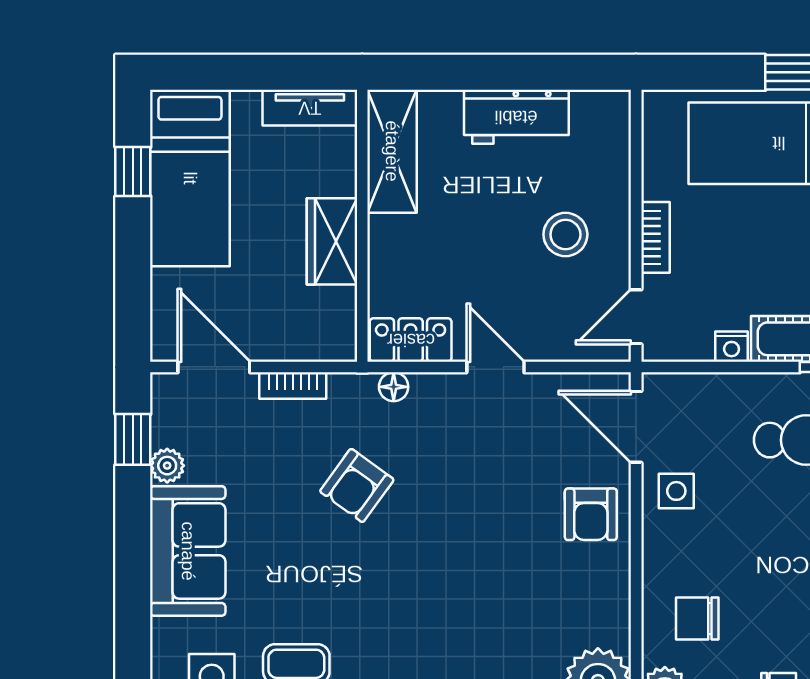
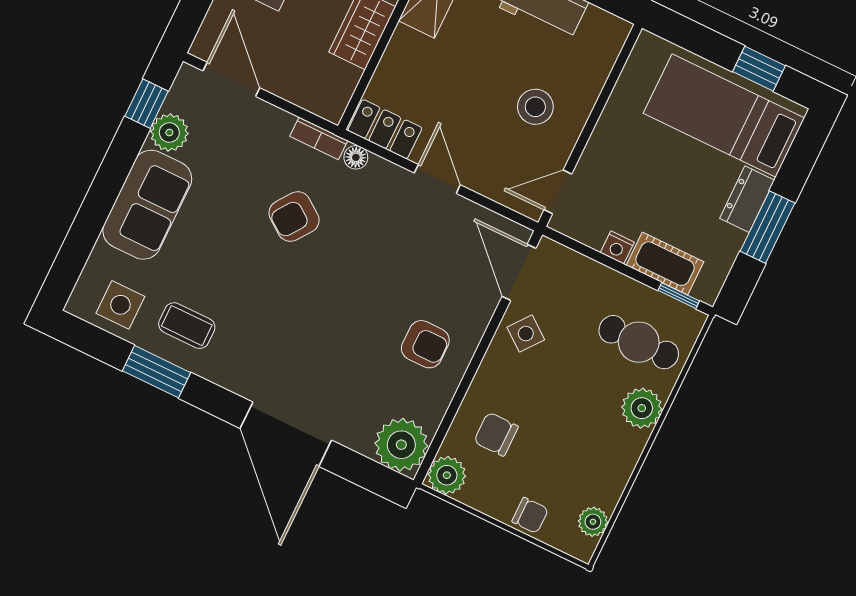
bookcase: (655, 237) -> (600, 141), removed
bookcase: (293, 386) -> (319, 138), moved
plant: (167, 466) -> (169, 133), width x1.38, depth x1.38
side table: (676, 491) -> (526, 334), turned 38
armchair: (591, 514) -> (425, 344), moved, turned -90

